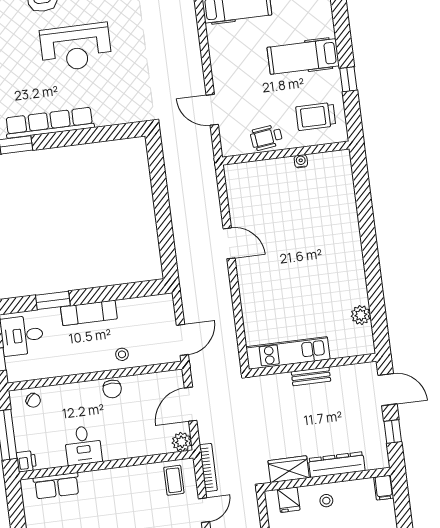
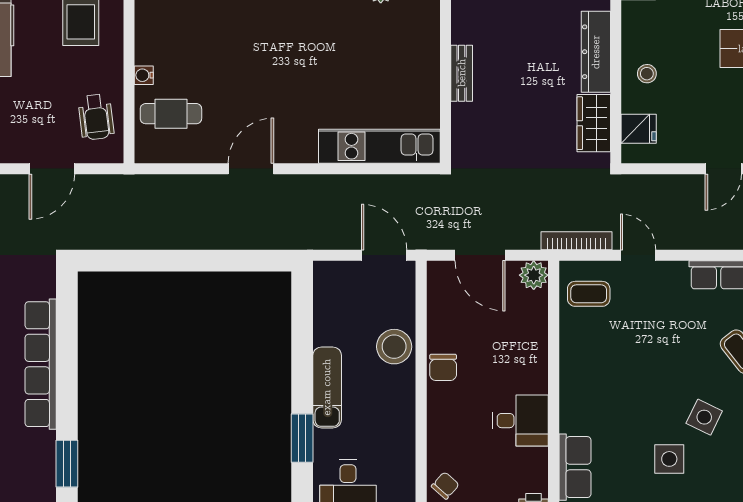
row of seats: (49, 123) -> (41, 364), moved
wheelchair: (266, 137) -> (96, 117), moved
water cooler: (301, 161) -> (144, 75), moved
cafe table: (259, 185) -> (171, 114), added
kitchen unit: (288, 353) -> (379, 146), moved, turned 90
stool: (122, 354) -> (394, 347), width x1.89, depth x1.89
chair: (112, 389) -> (443, 367), turned 90

